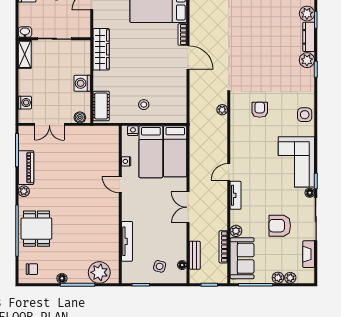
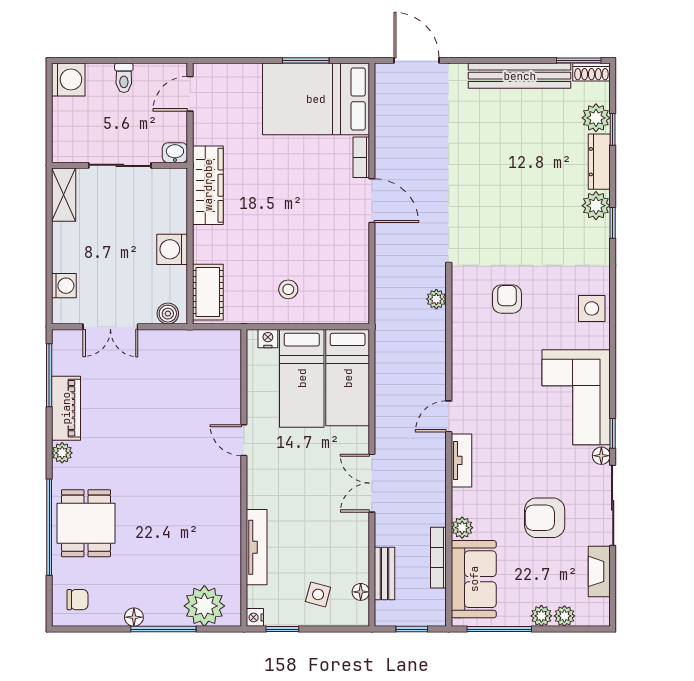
washbasin: (25, 32) -> (175, 153), moved
nightstand: (126, 161) -> (255, 617), moved

